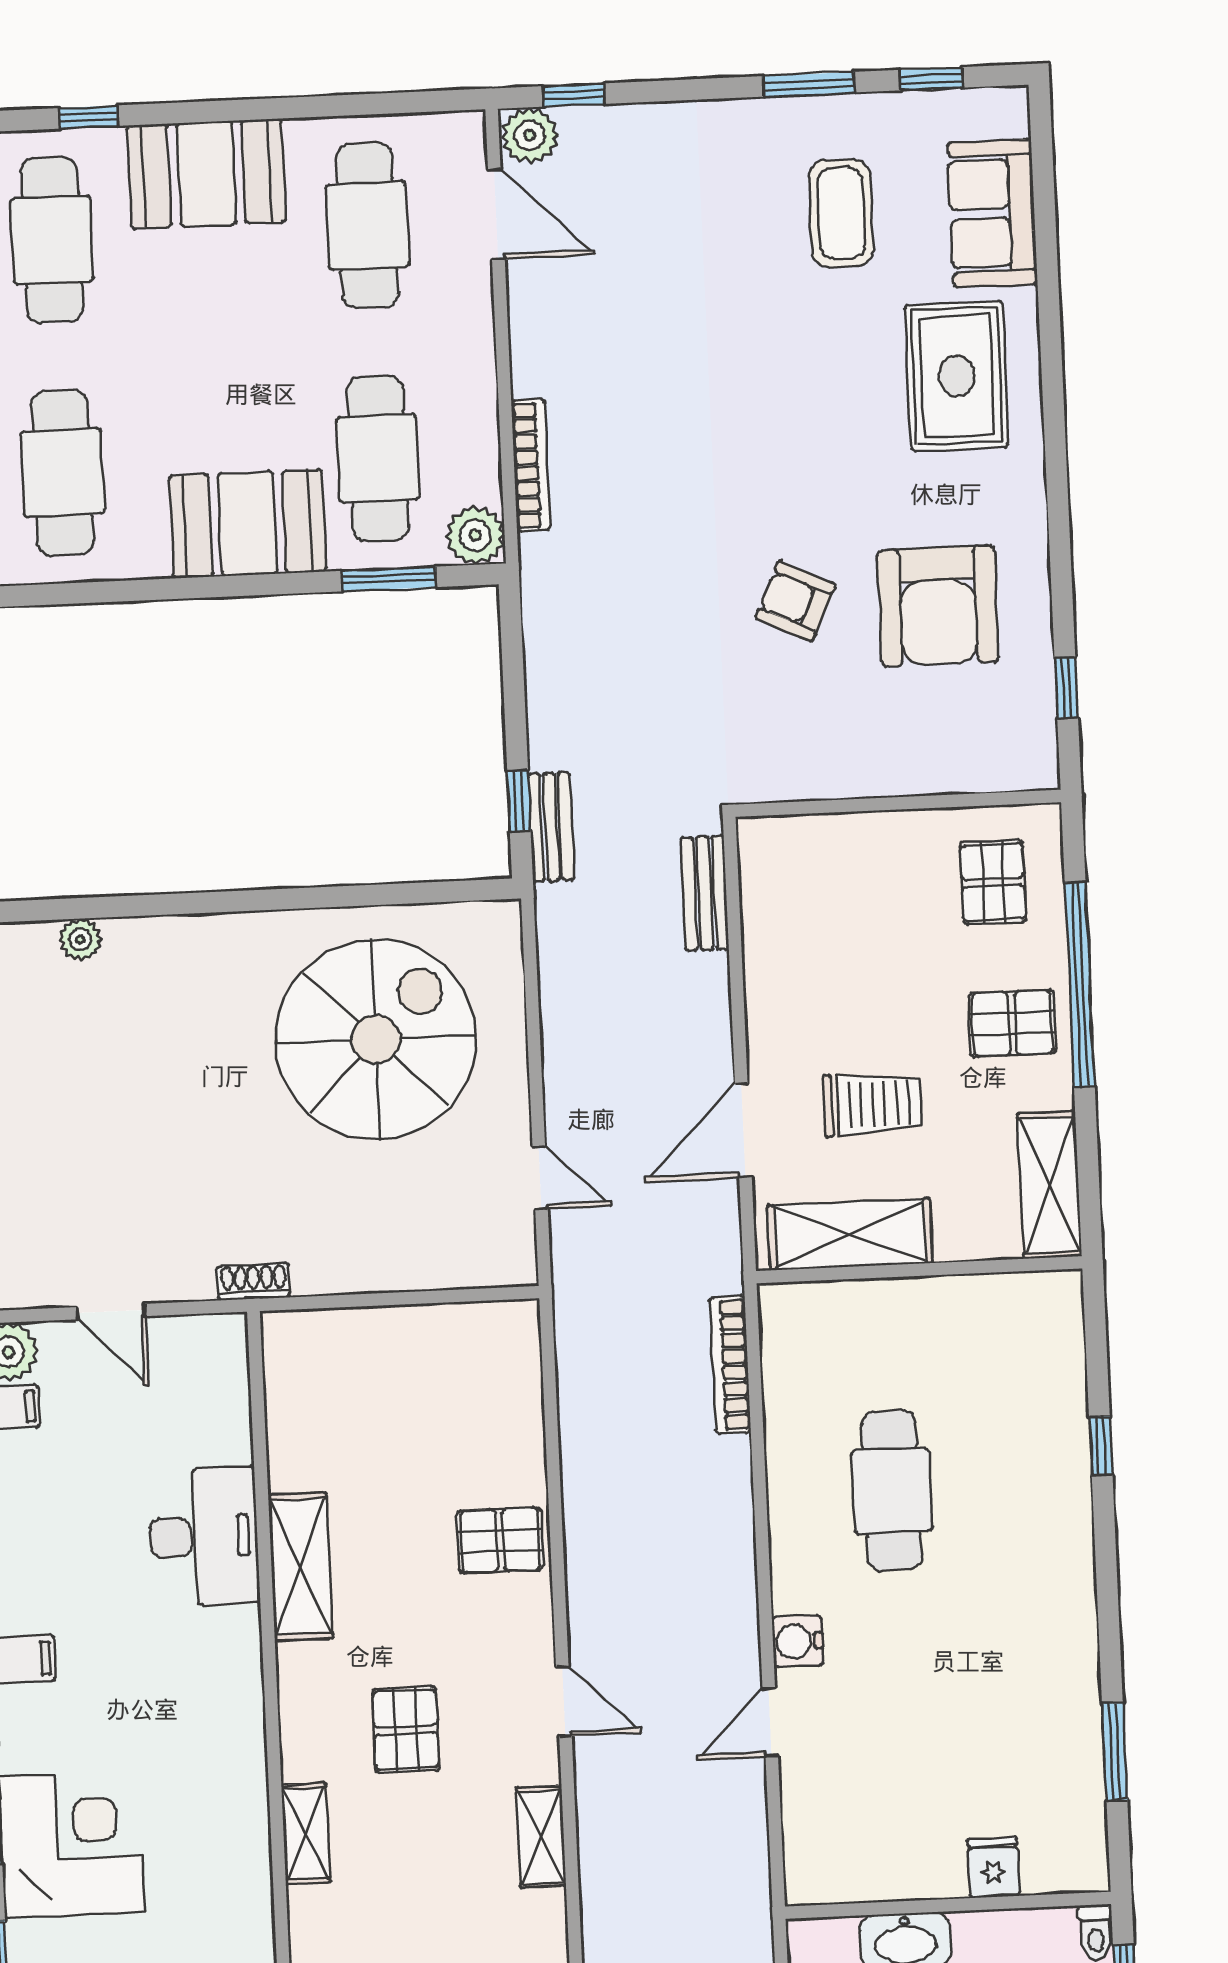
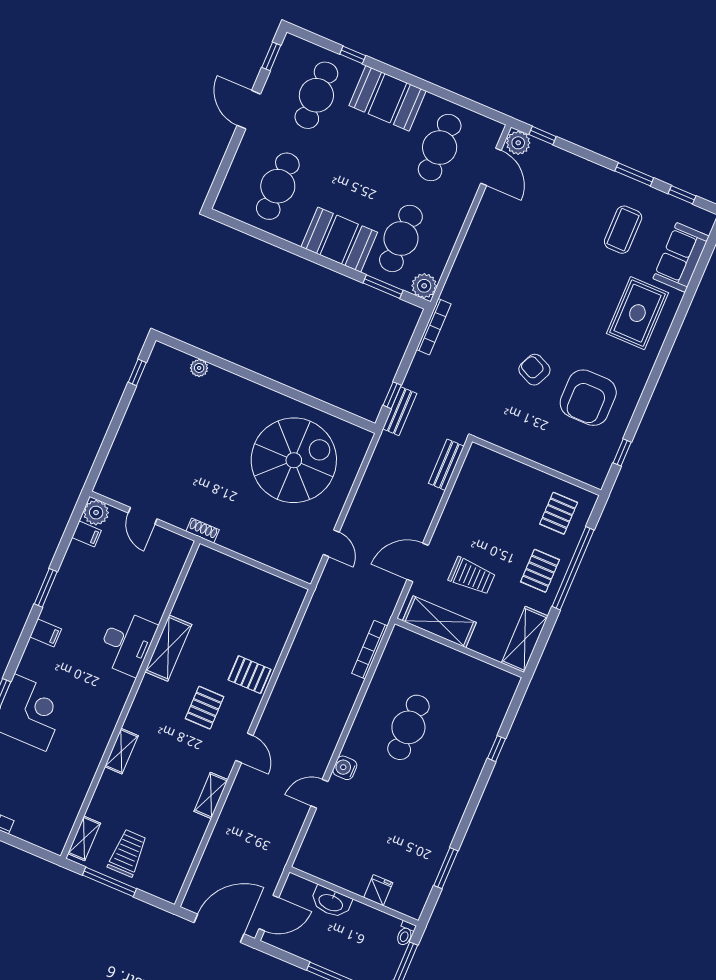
bookcase: (531, 465) -> (434, 327), moved
pallet: (1012, 1023) -> (540, 571), turned 90
desk: (204, 1537) -> (127, 643), moved
pallet: (406, 1730) -> (205, 708), moved

